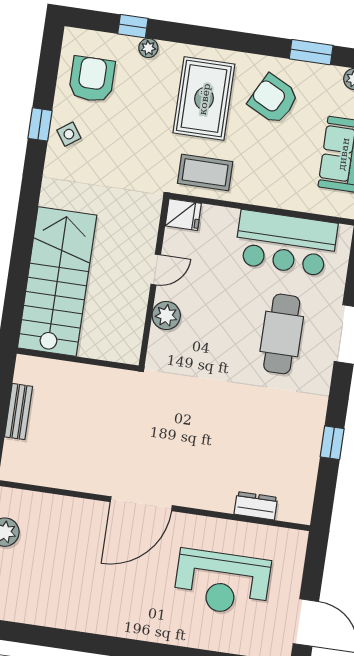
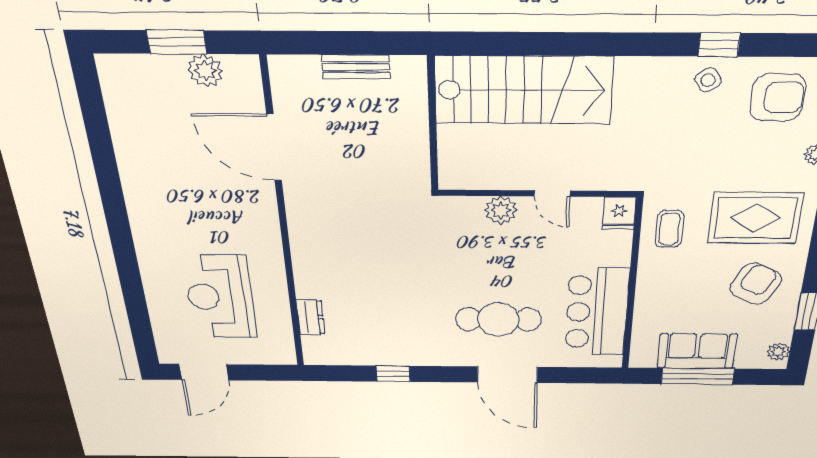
coffee table: (205, 172) -> (669, 229), width x0.73, depth x0.77
door: (141, 504) -> (274, 148), moved

